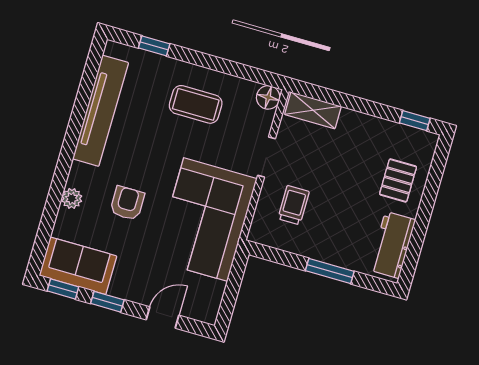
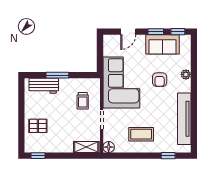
pallet: (398, 180) -> (38, 126), turned 90
workbench: (392, 245) -> (44, 86), moved, turned 90
sofa: (78, 266) -> (162, 44), moved

